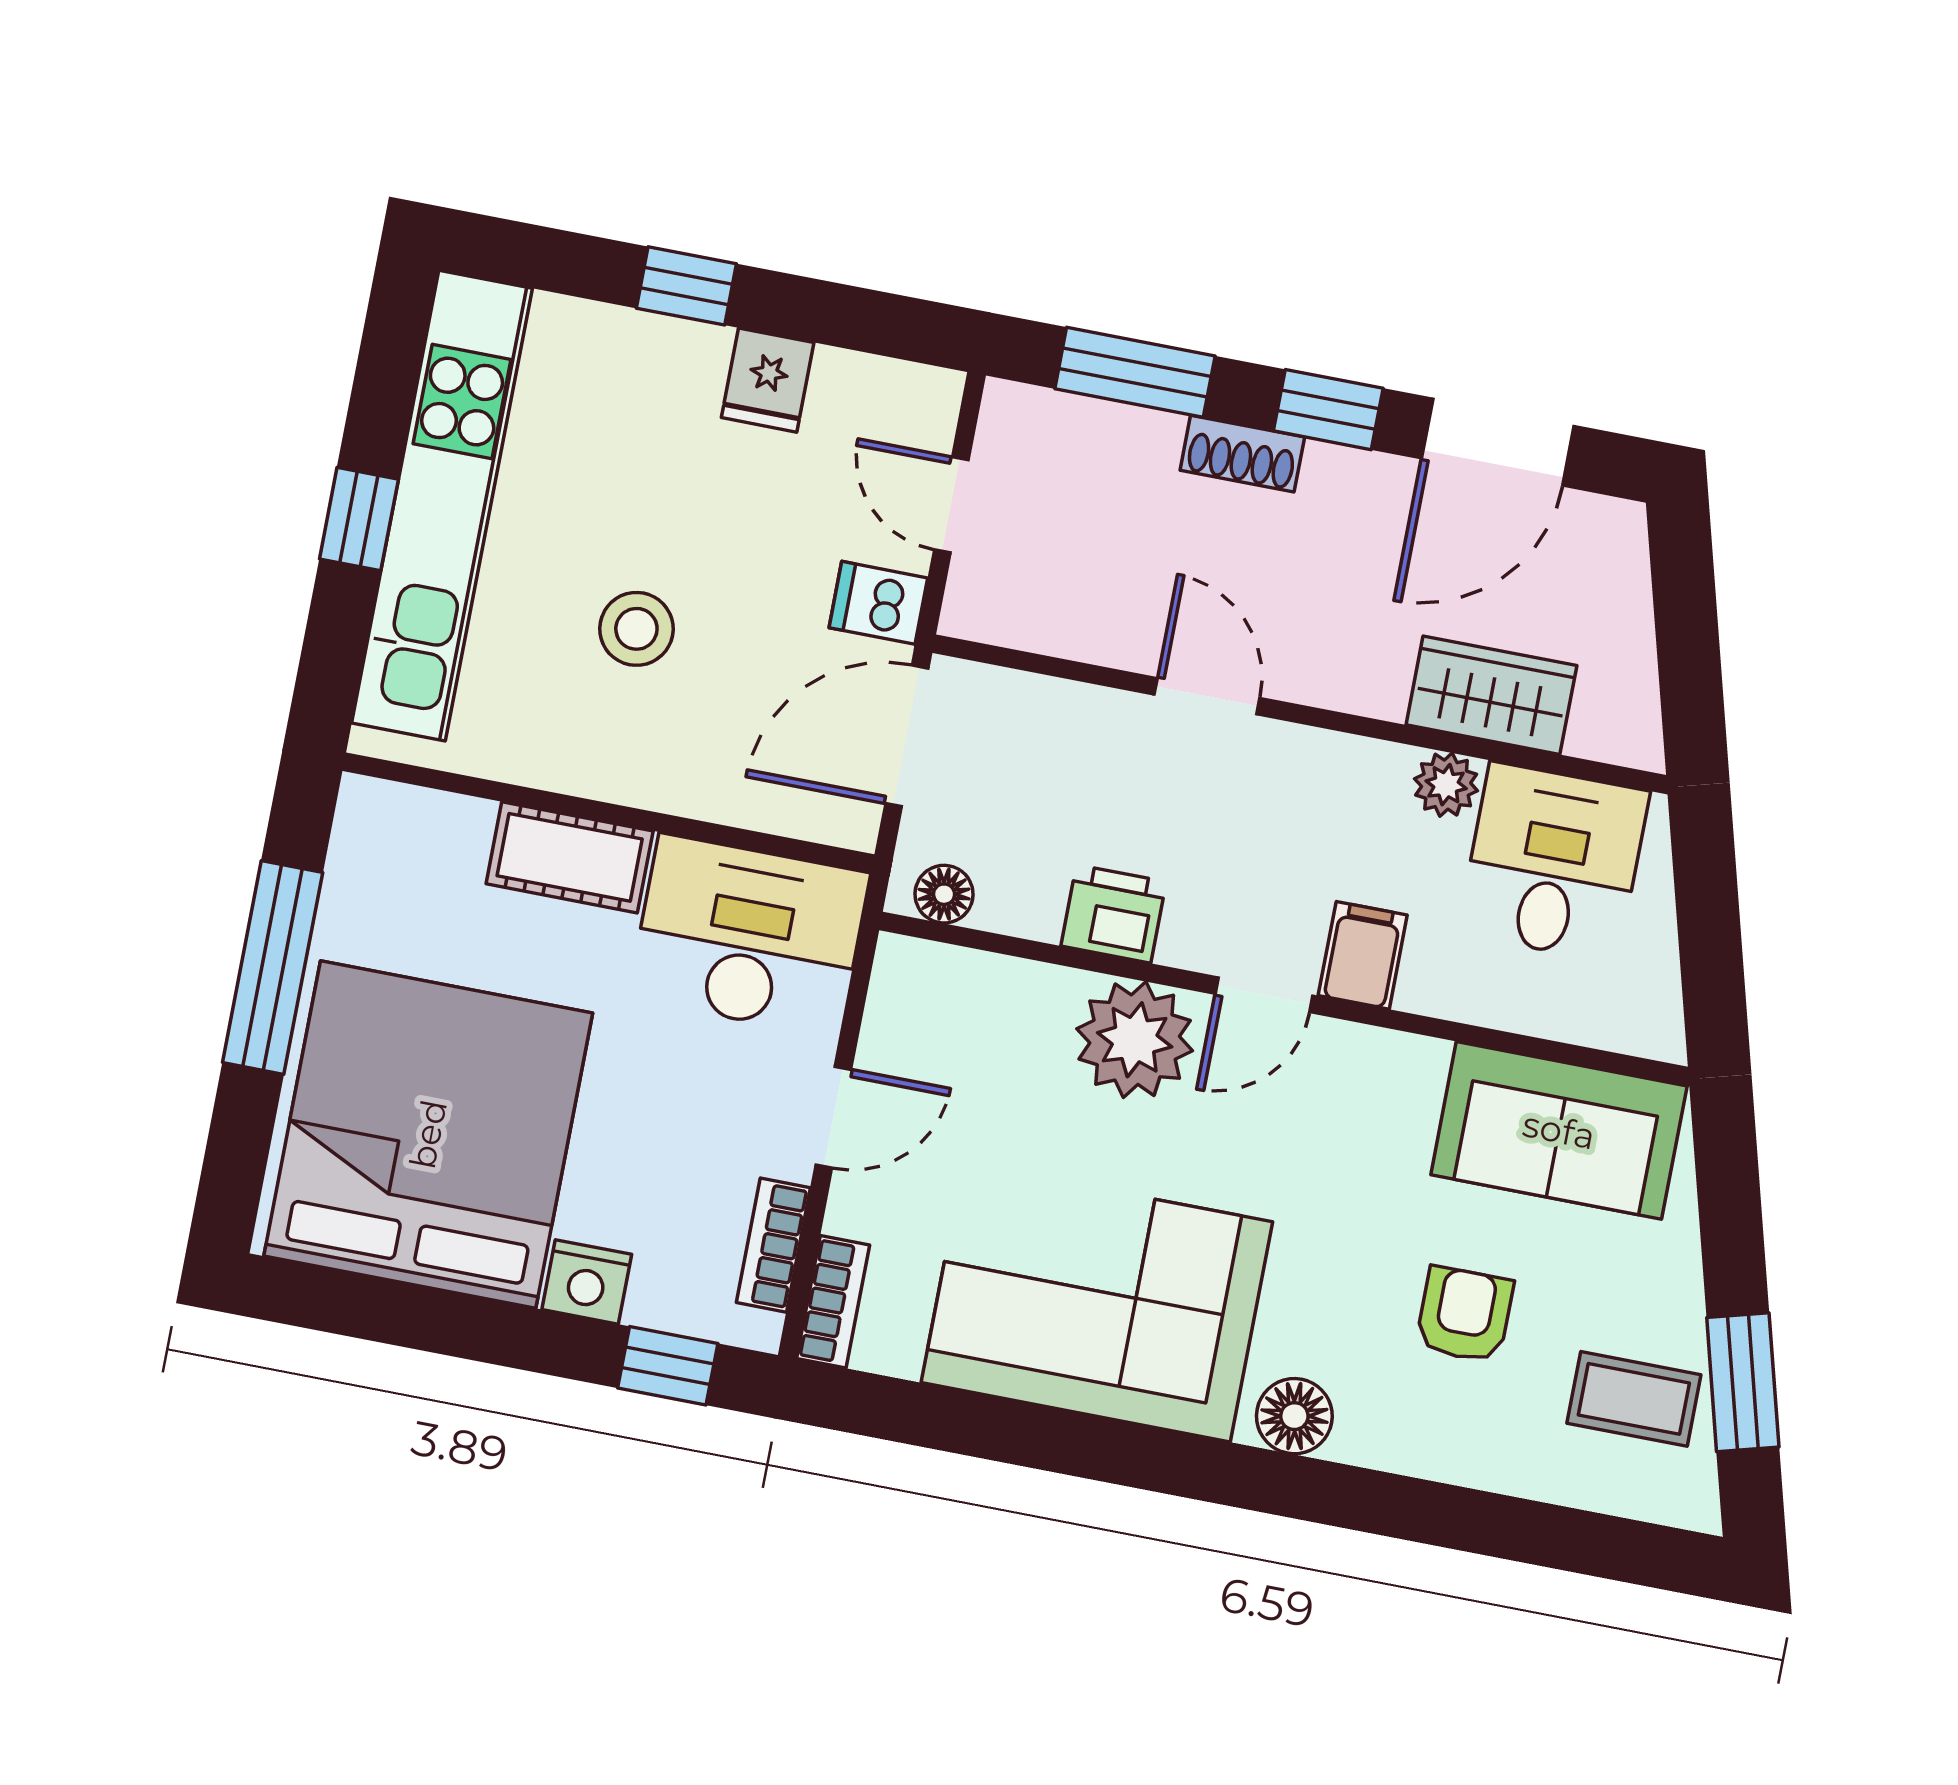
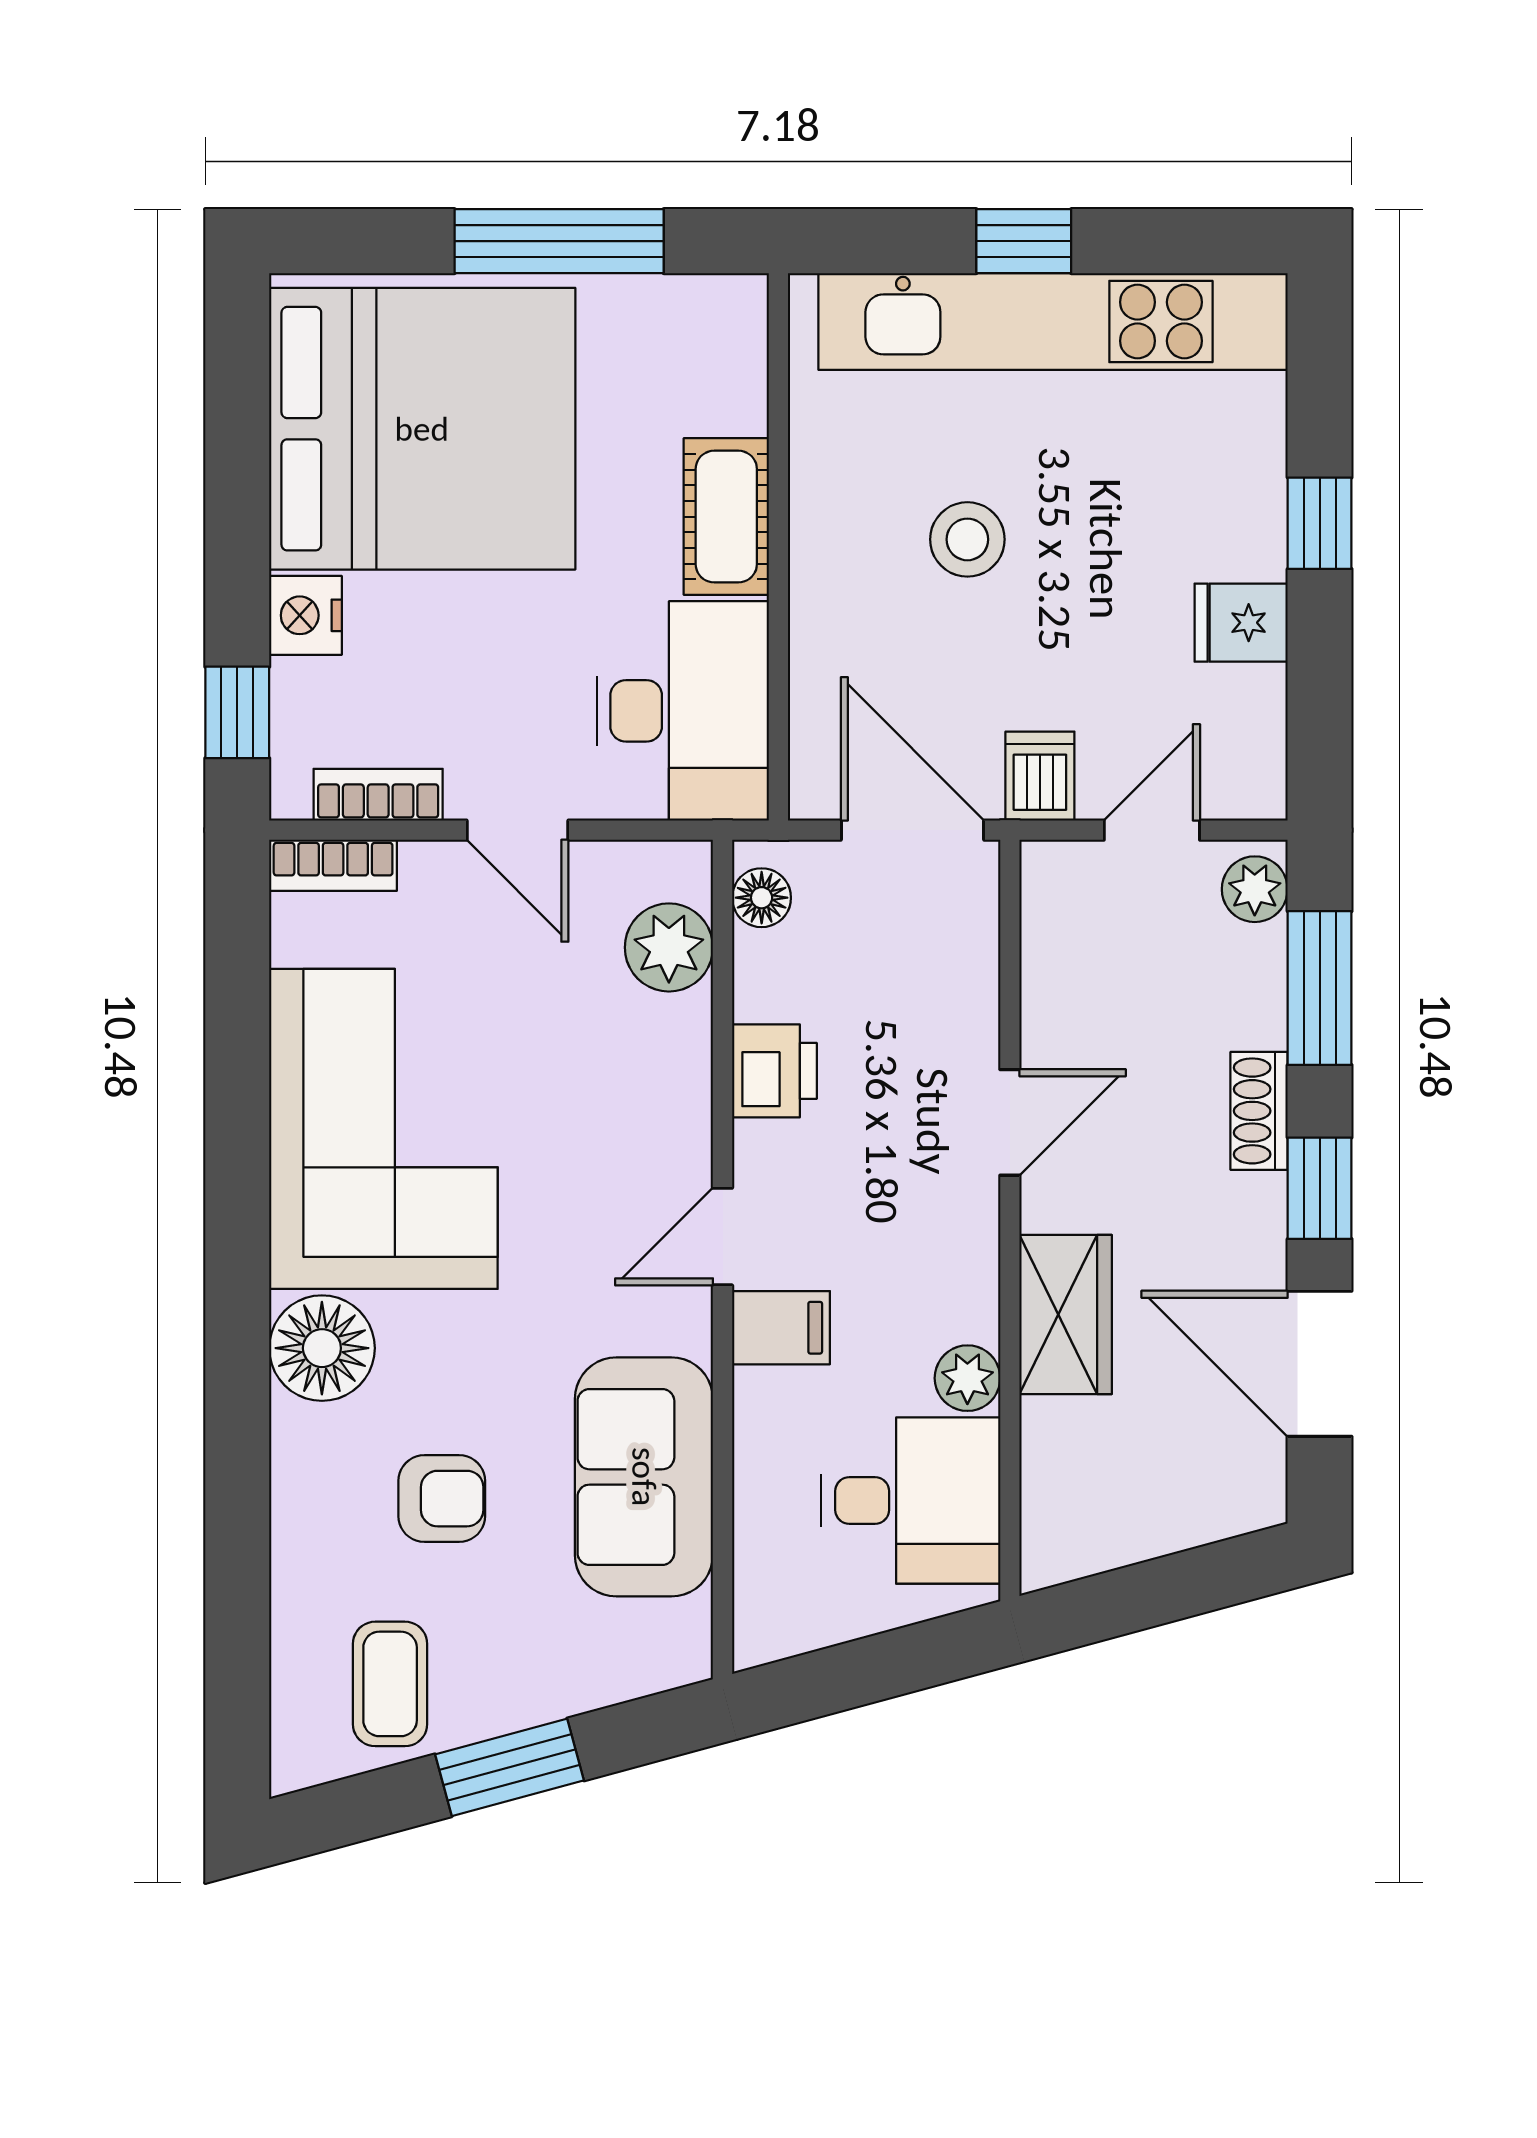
plant: (1028, 417) -> (1255, 889), added
wardrobe: (1491, 695) -> (1066, 1314), moved
door: (1264, 995) -> (723, 1237), hinge flipped
plant: (1135, 1040) -> (669, 947), moved, width x0.73, depth x0.73
sofa: (1559, 1130) -> (644, 1477), moved
window: (1743, 1382) -> (509, 1767), moved
floor lamp: (1294, 1416) -> (322, 1348), width x1.38, depth x1.38

